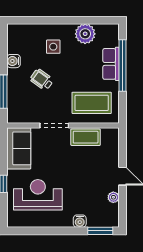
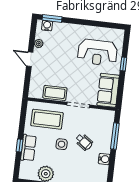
side table: (53, 47) -> (62, 144), moved
window: (122, 66) -> (20, 145), width x0.32
water cooler: (80, 221) -> (47, 26), moved

